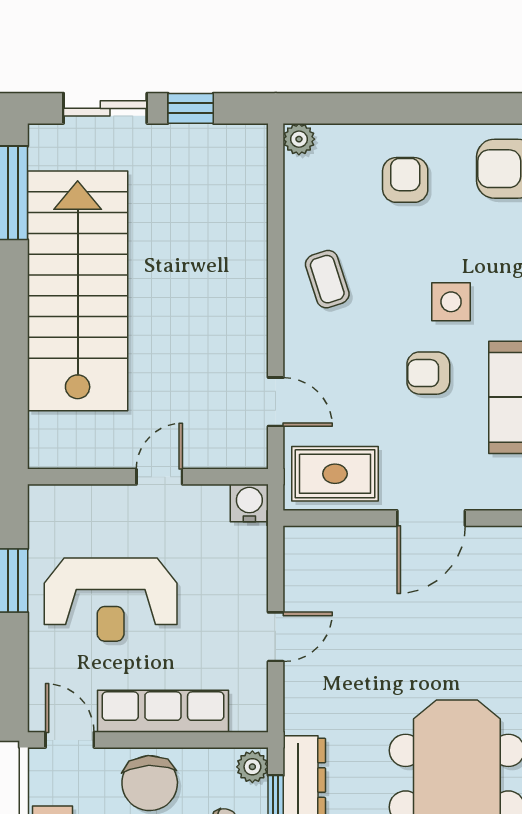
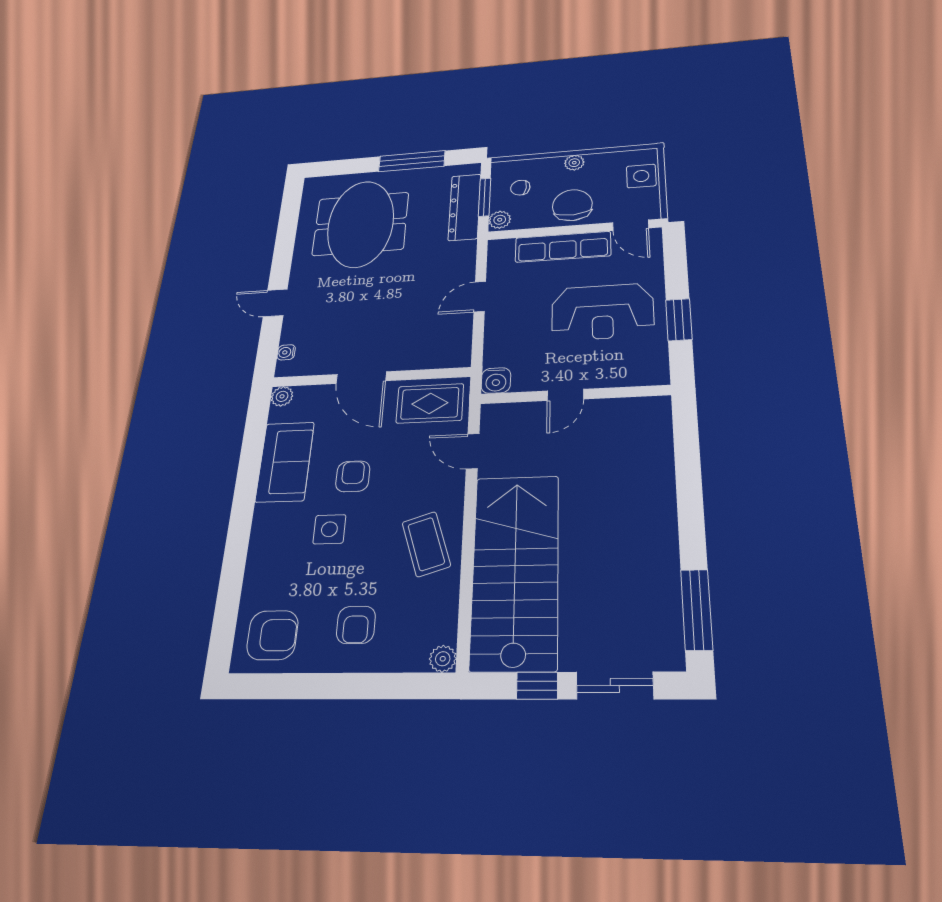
coffee table: (327, 279) -> (426, 544), width x1.36, depth x1.30
stairs: (78, 291) -> (515, 570), moved, turned 180
armchair: (428, 373) -> (353, 476), turned -90
door: (431, 518) -> (361, 378), swing flipped
reception desk: (111, 600) -> (602, 312), turned 180

